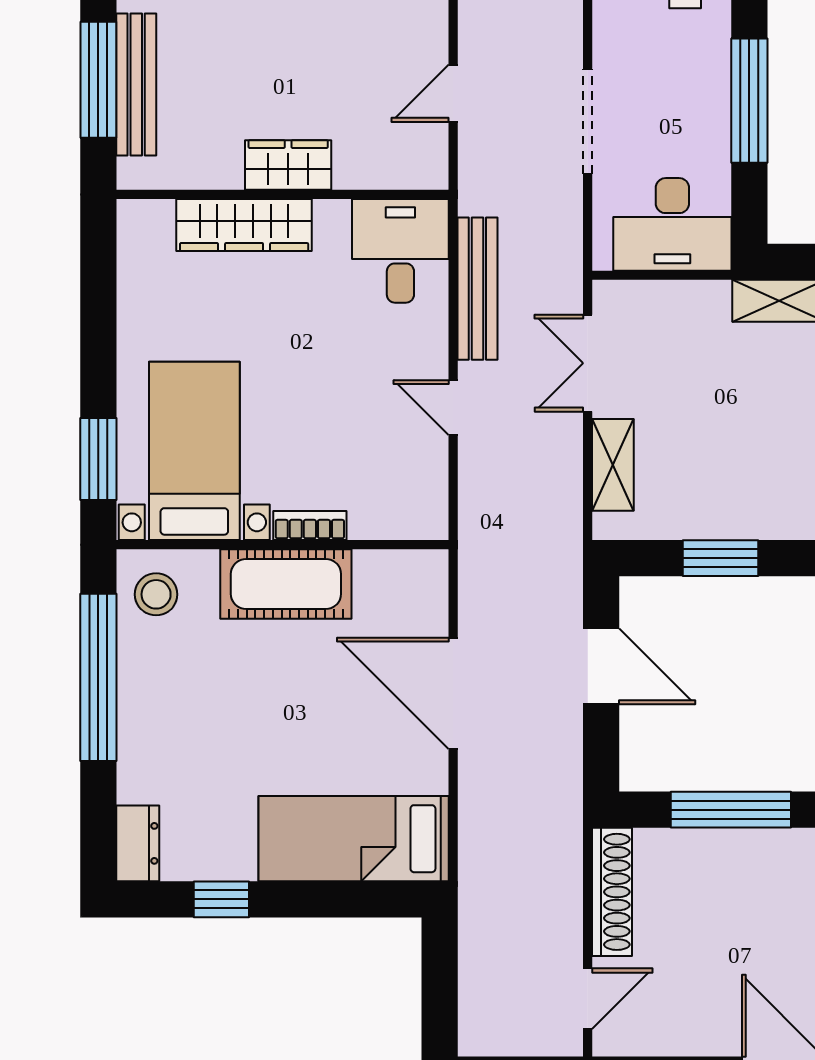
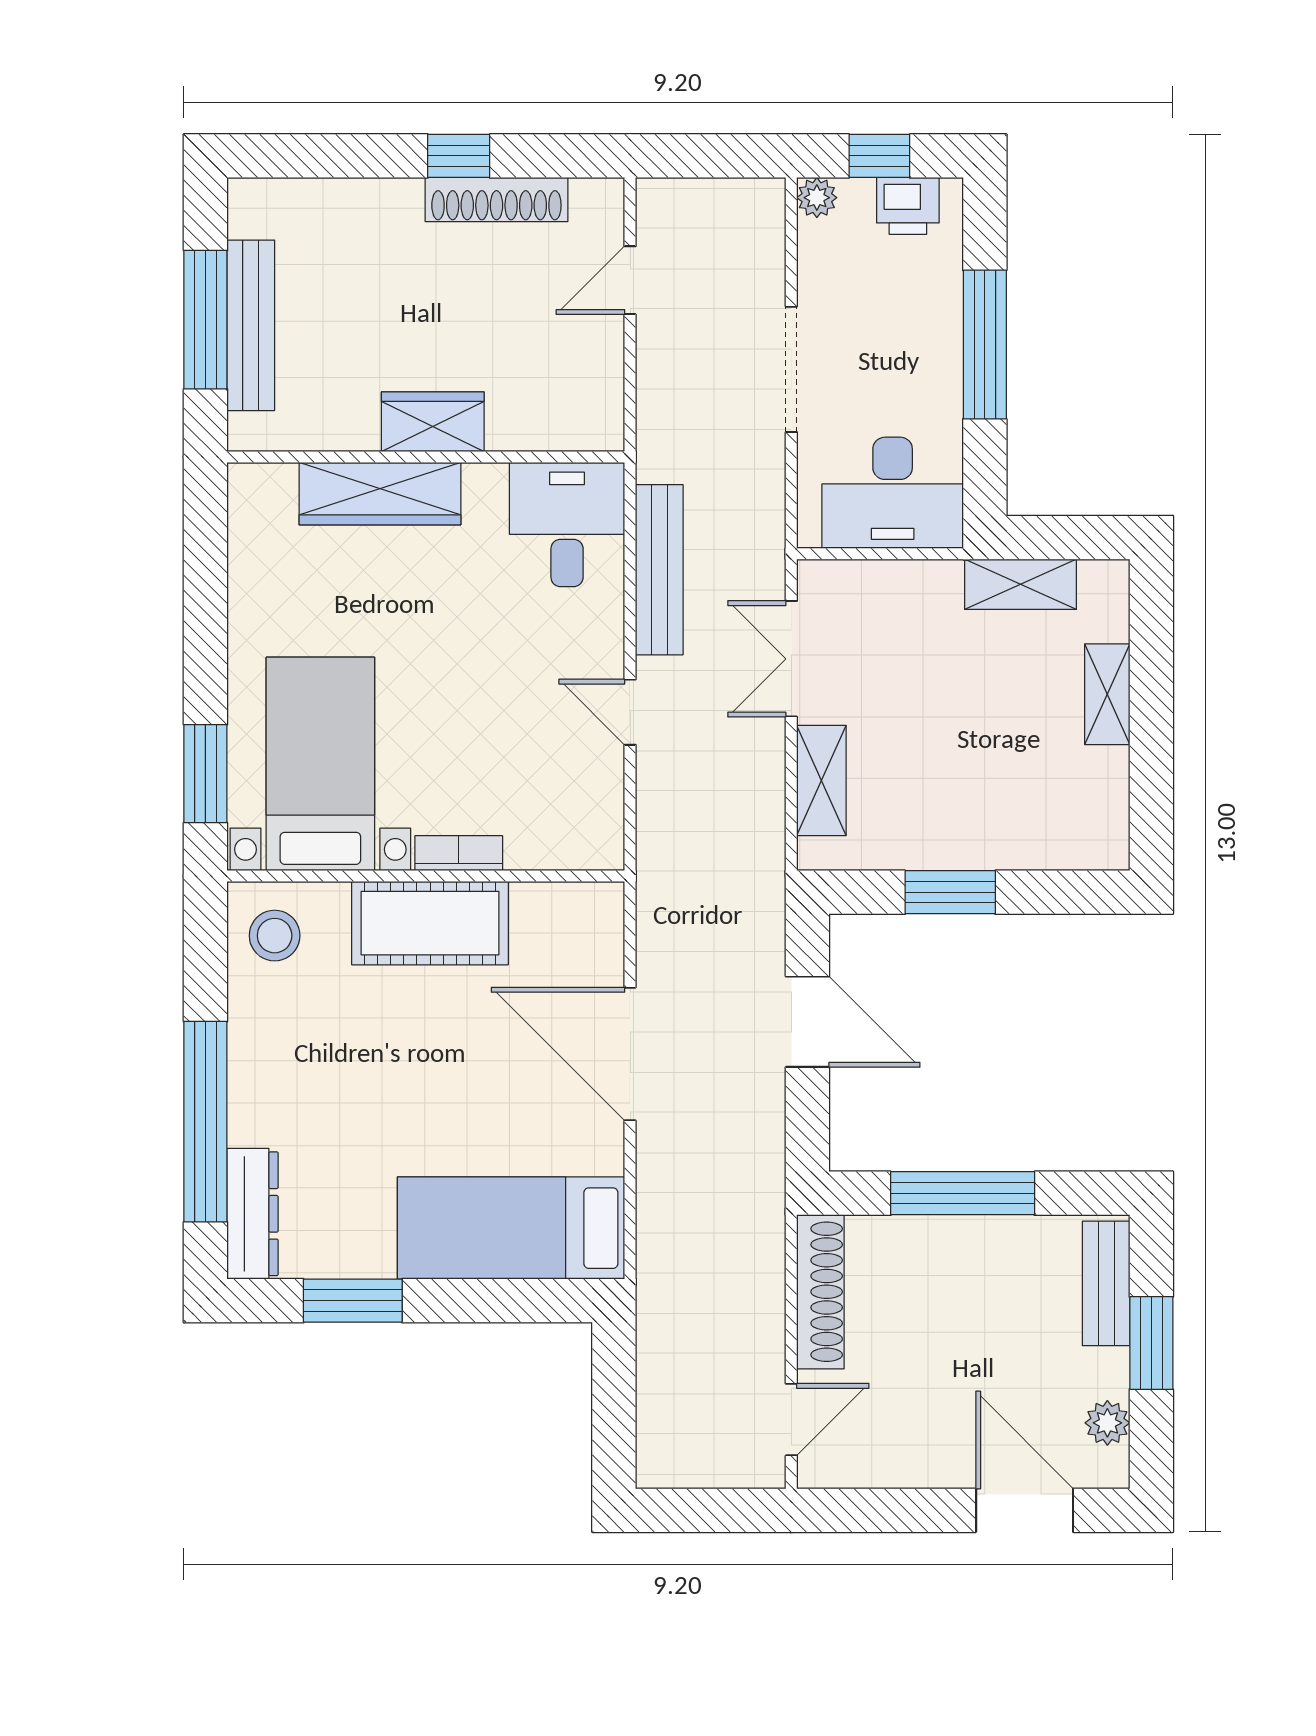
door: (453, 93) -> (630, 280), moved
window: (98, 677) -> (205, 1122), moved
dresser: (138, 843) -> (253, 1214), width x1.44
window: (221, 899) -> (353, 1301), width x1.50

